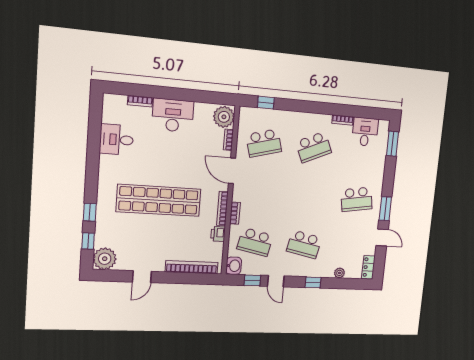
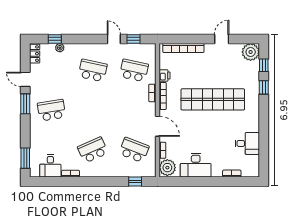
desk: (173, 115) -> (196, 165), moved
school desk: (264, 143) -> (134, 150), turned 36
washbasin: (234, 266) -> (150, 50), removed
window: (313, 282) -> (55, 39), moved

